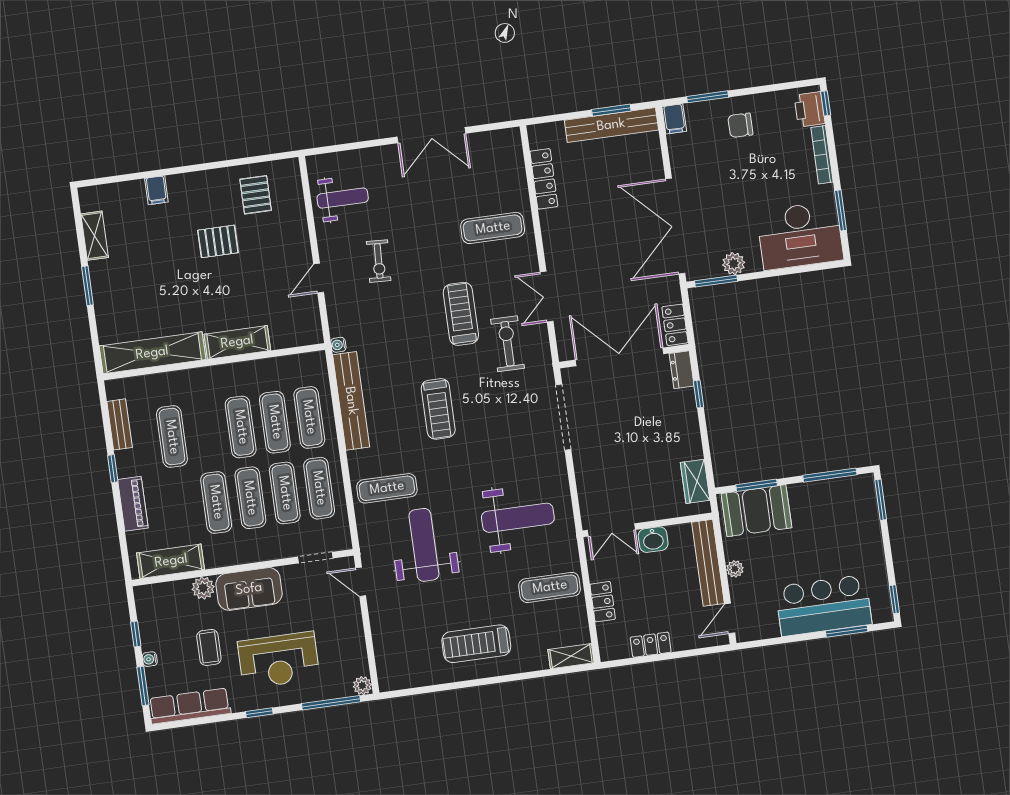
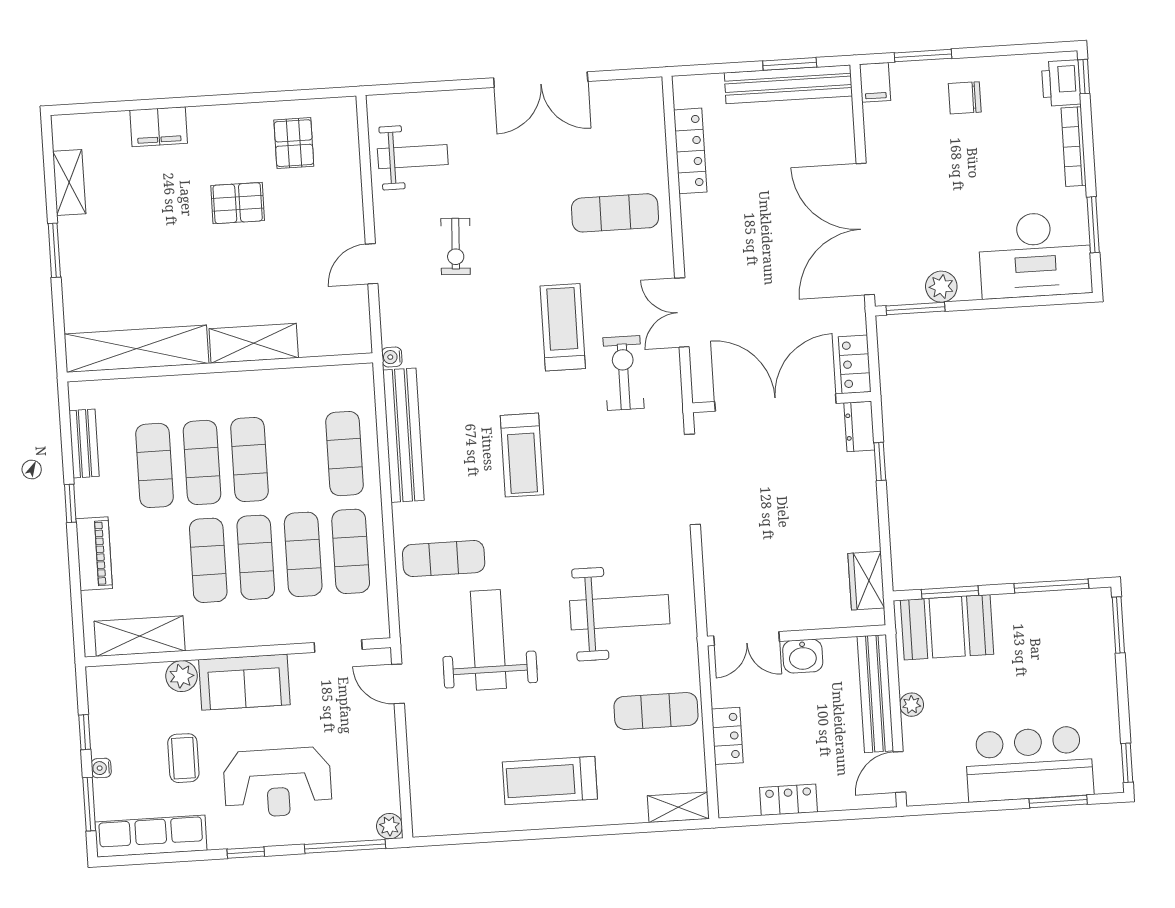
filing cabinet: (156, 190) -> (159, 127), width x2.00
exercise mat: (275, 422) -> (202, 462), moved

